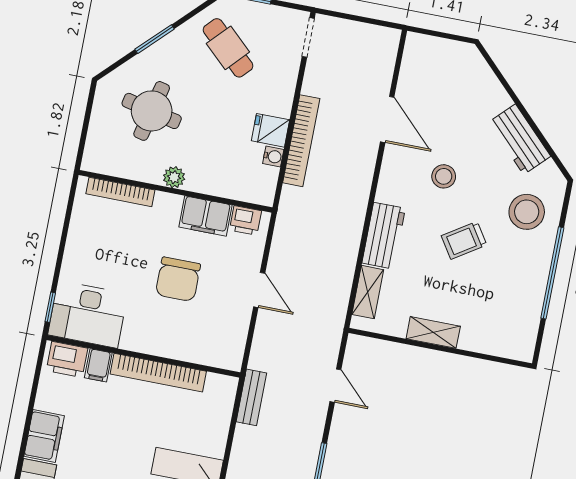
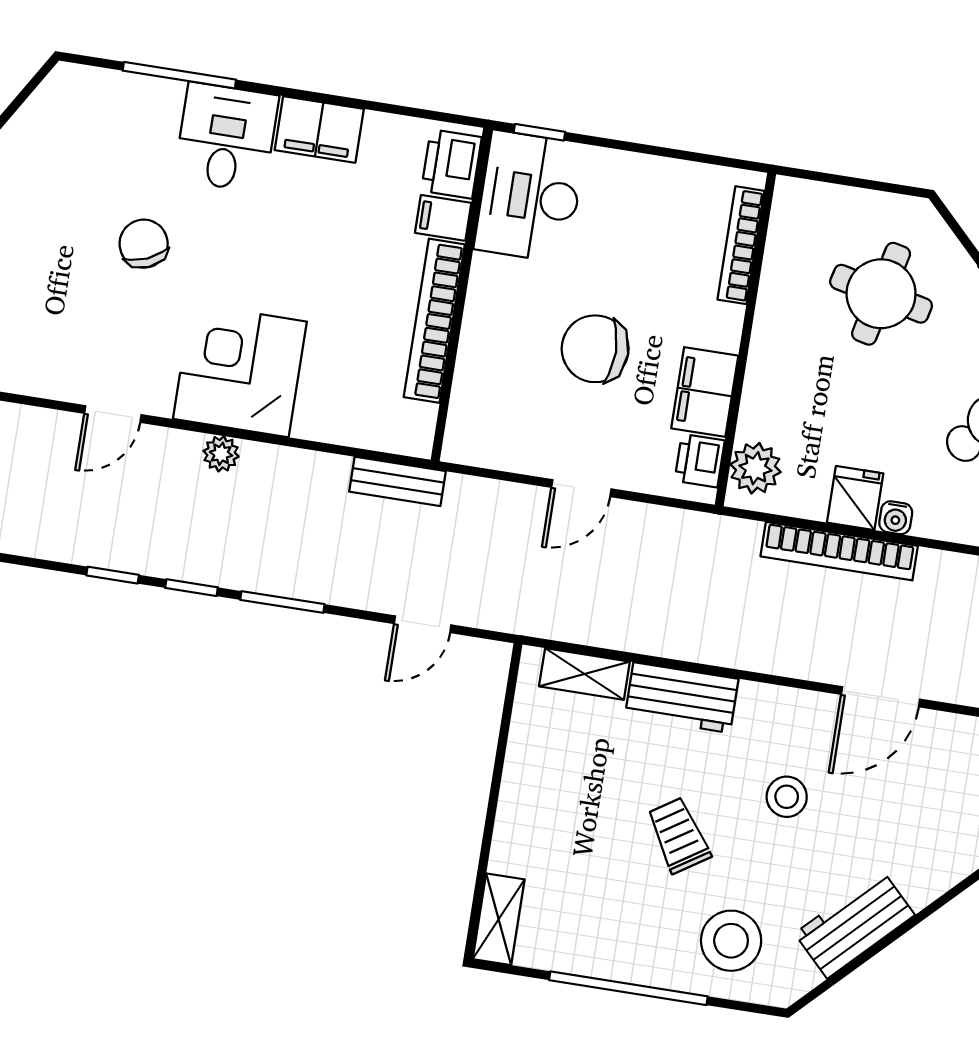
water cooler: (273, 157) -> (896, 518), moved
plant: (174, 177) -> (755, 468), moved, width x1.38, depth x1.38
shelving: (433, 332) -> (499, 919), moved

